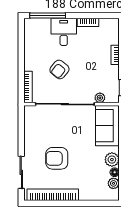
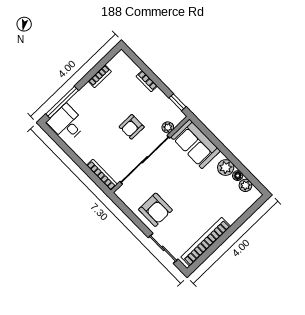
desk: (64, 32) -> (67, 123), moved
armchair: (59, 69) -> (132, 127), moved, turned 51
armchair: (57, 158) -> (155, 210), moved, turned -90

